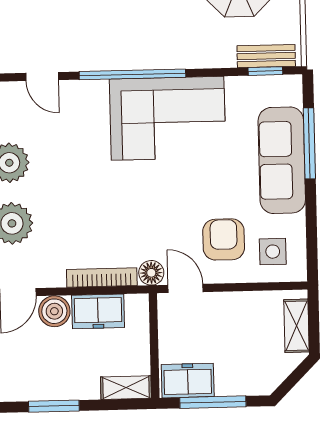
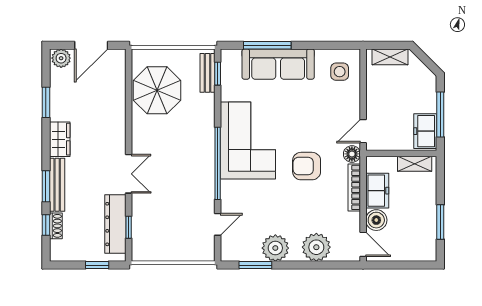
armchair: (224, 239) -> (307, 166), moved
shelving: (126, 388) -> (415, 164), moved, turned 90

